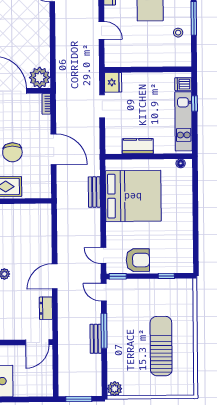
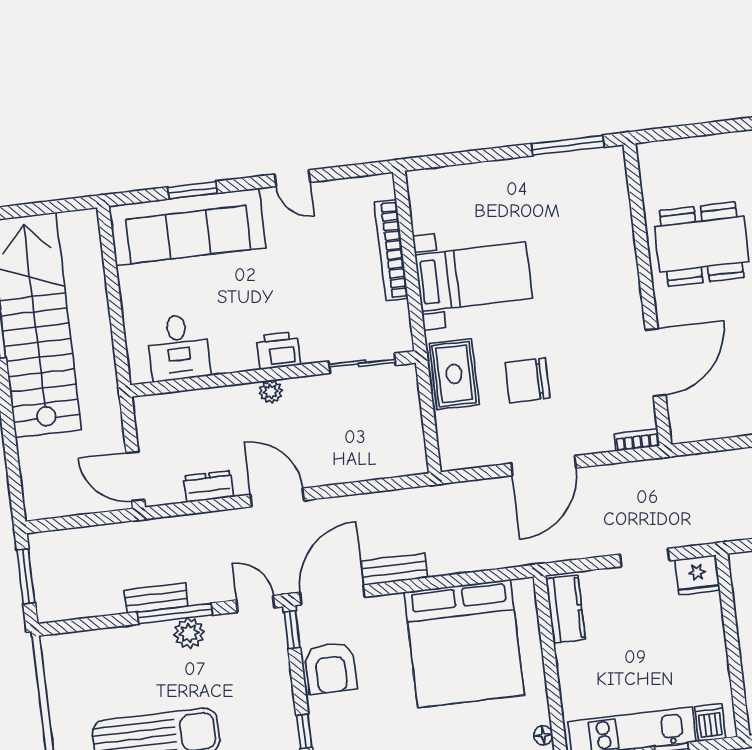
plant: (40, 78) -> (691, 420), removed
kitchen counter: (138, 146) -> (566, 609), moved
bench: (94, 192) -> (394, 569), moved
door: (103, 255) -> (332, 595), width x1.87
door: (104, 292) -> (256, 604), hinge flipped
plant: (115, 389) -> (189, 633), moved

